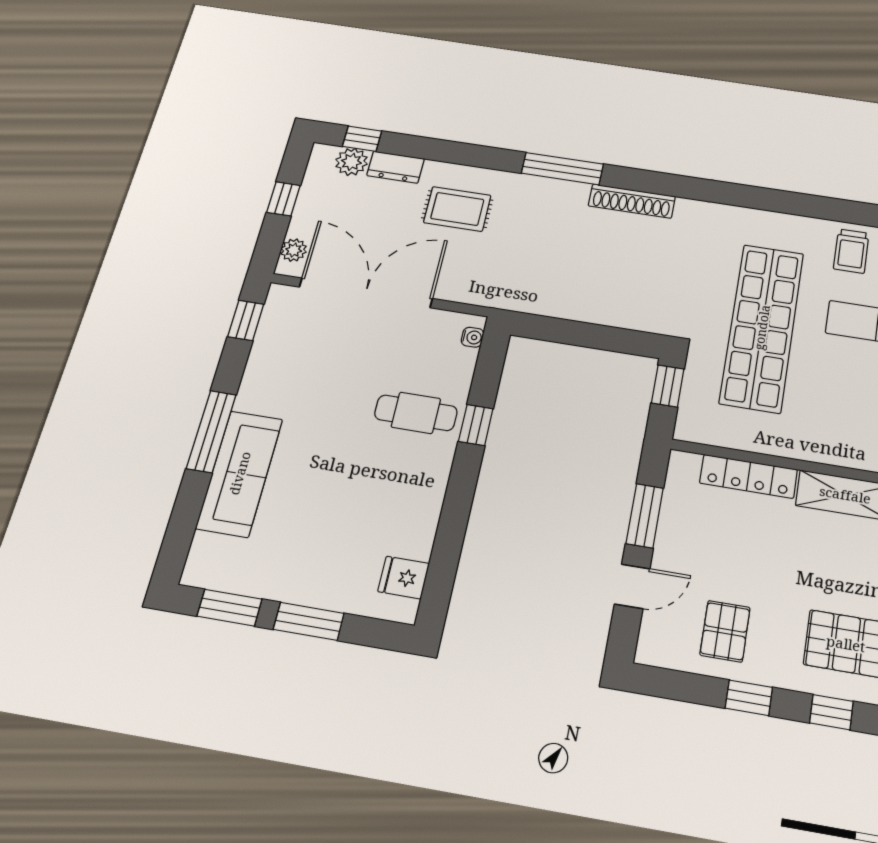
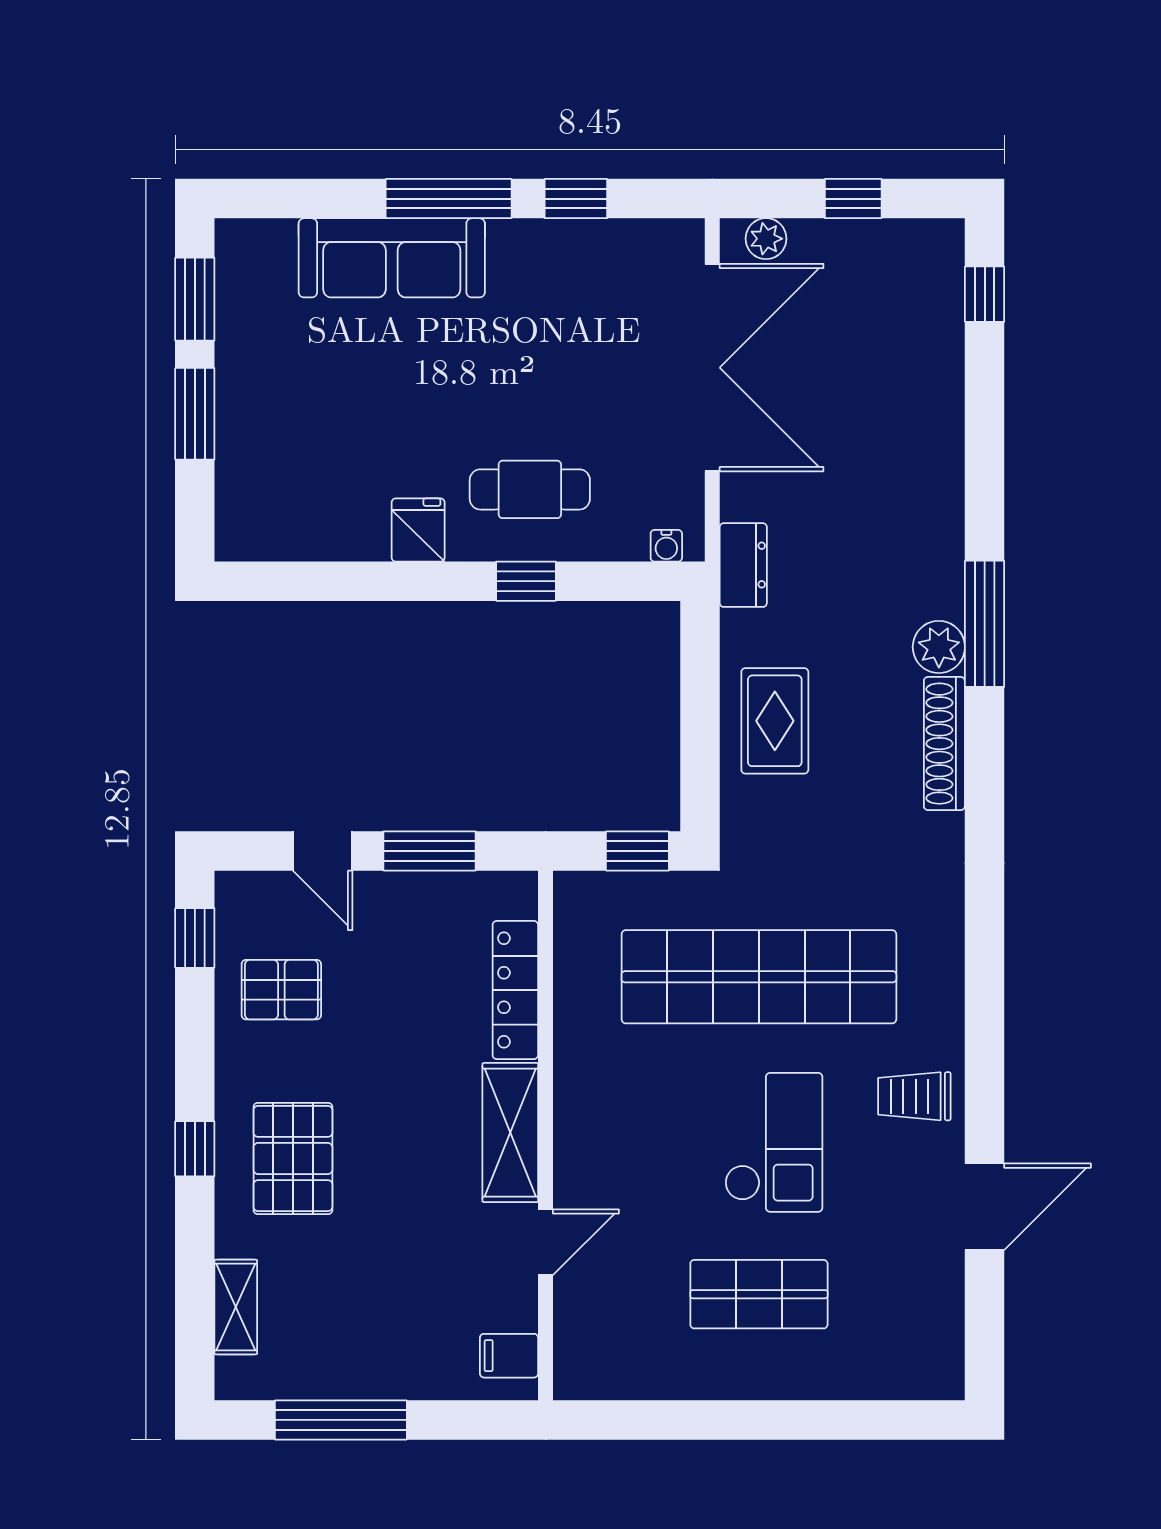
plant: (351, 162) -> (939, 647), moved
dresser: (396, 167) -> (743, 565), moved, turned 180
rug: (457, 209) -> (775, 721), moved
window: (246, 320) -> (576, 199), moved
cafe table: (416, 413) -> (530, 489), turned 90
fridge: (404, 578) -> (418, 530), moved
window: (749, 698) -> (195, 938), moved

